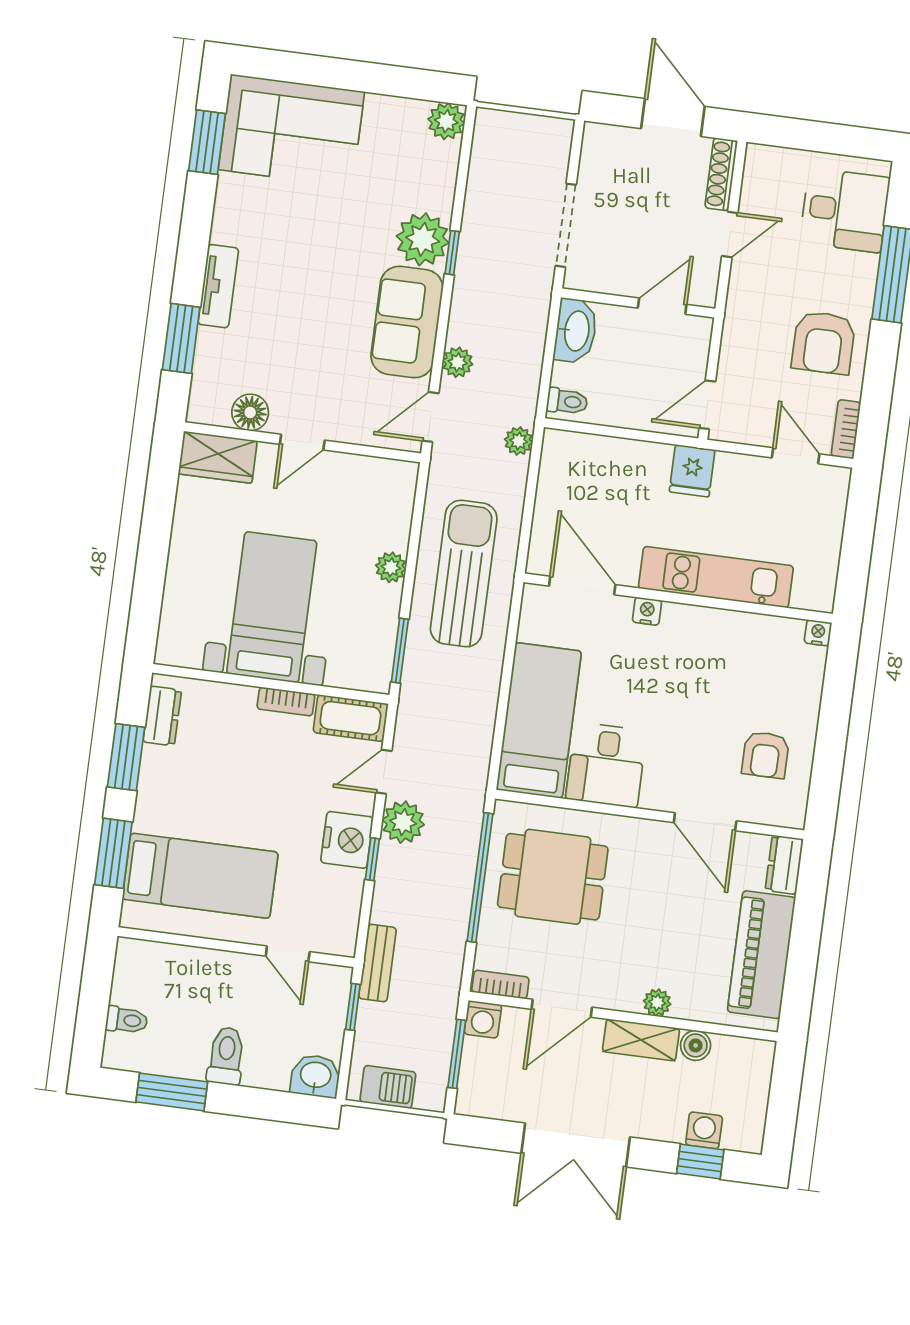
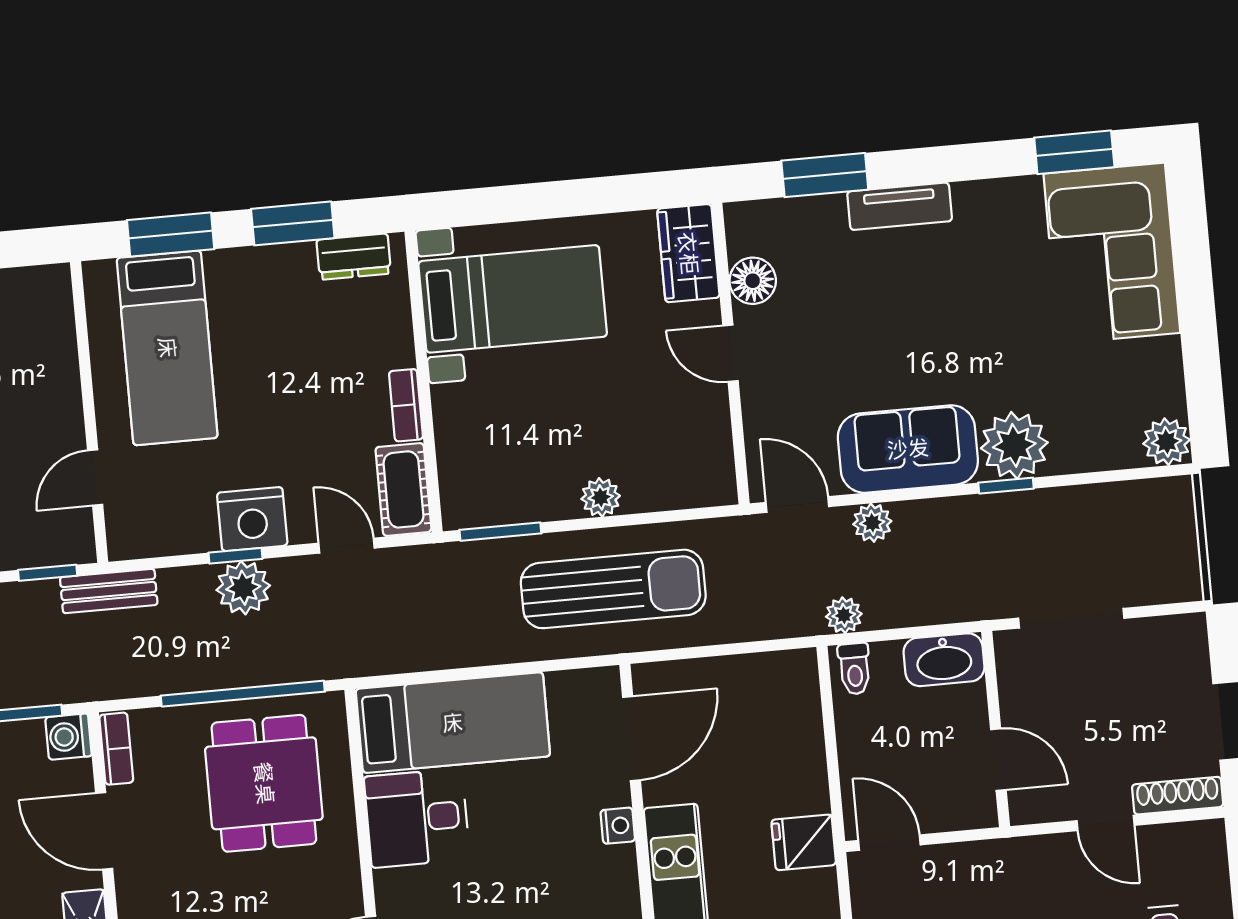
plant: (519, 441) -> (844, 615), moved
bed with nightstands: (272, 607) -> (513, 299), moved
plant: (403, 822) -> (243, 588), moved

